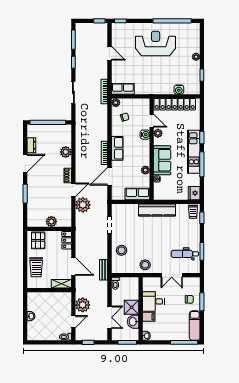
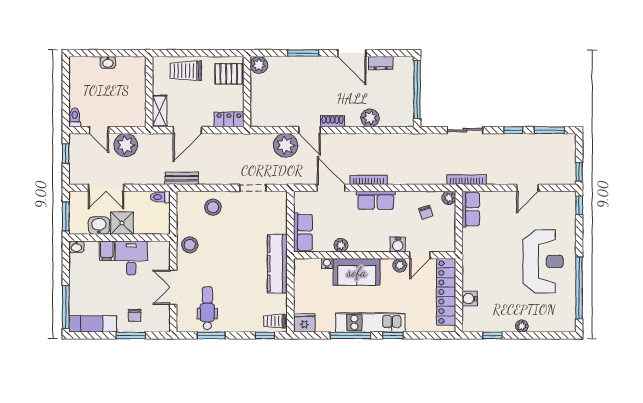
plant: (51, 222) -> (259, 65), moved

